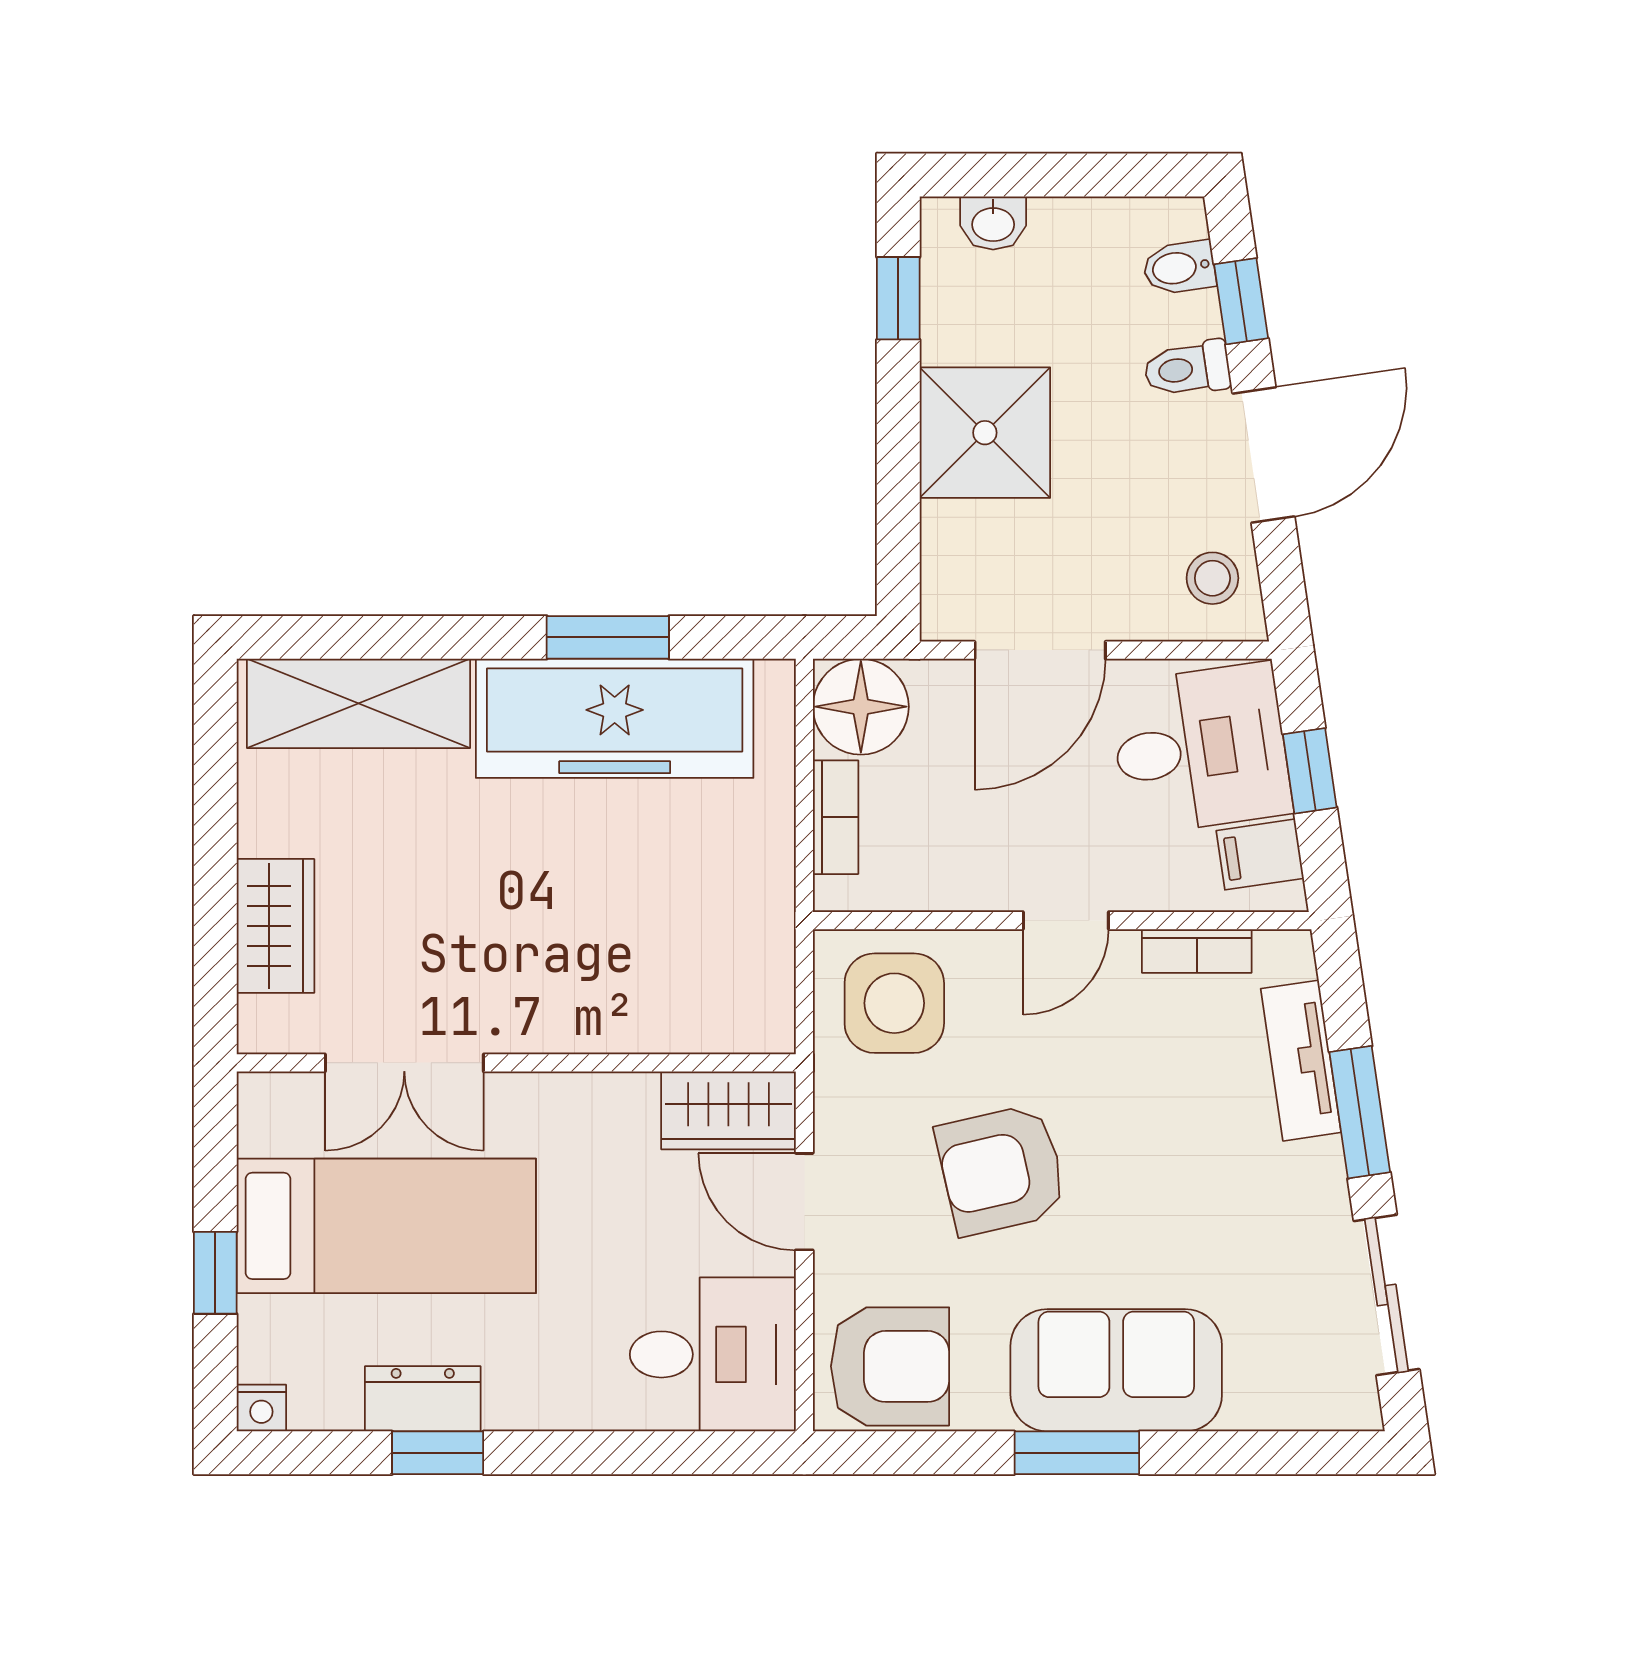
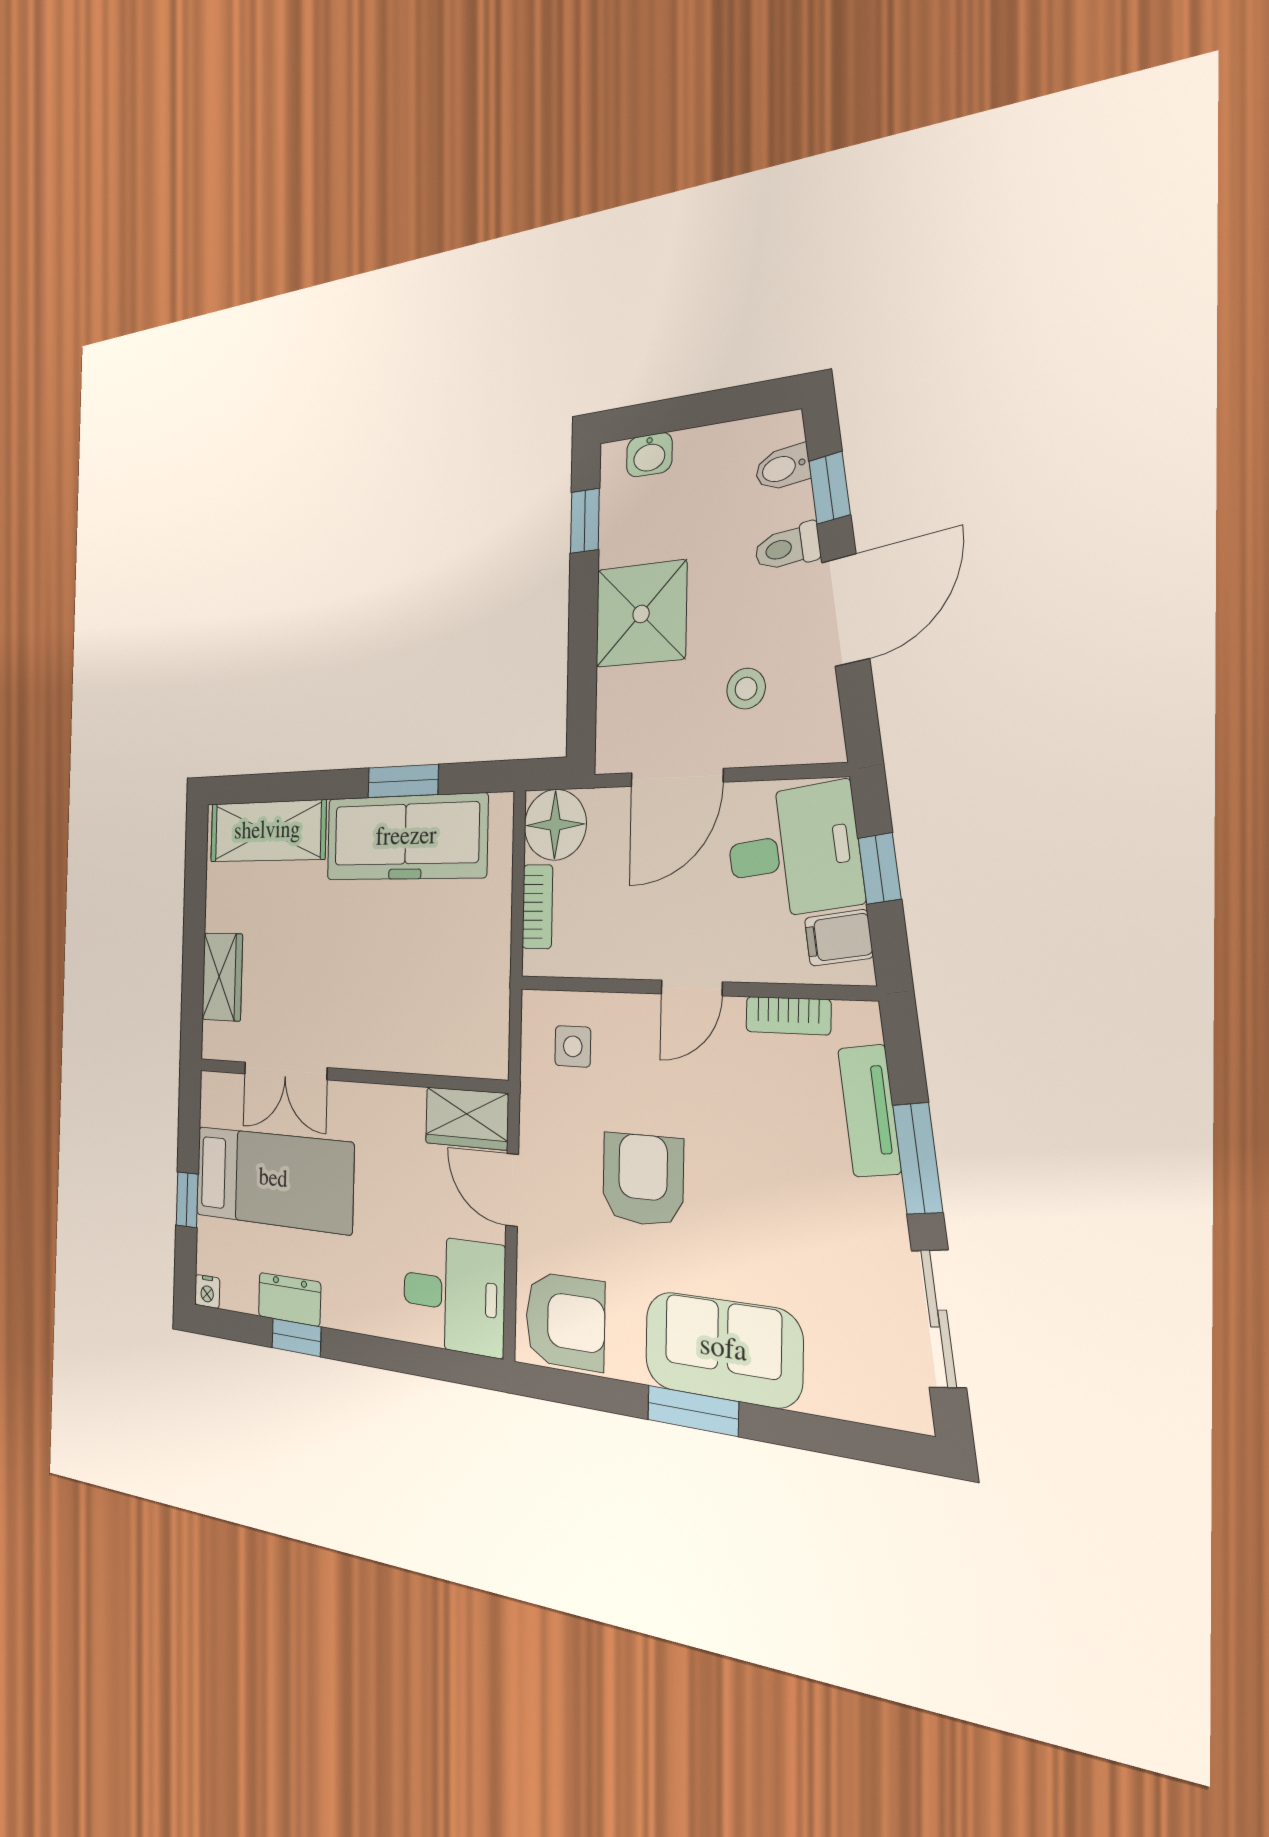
stool: (1212, 578) -> (746, 689), moved
side table: (894, 1003) -> (573, 1046), width x0.54, depth x0.54
armchair: (1001, 1170) -> (643, 1180), turned 103

